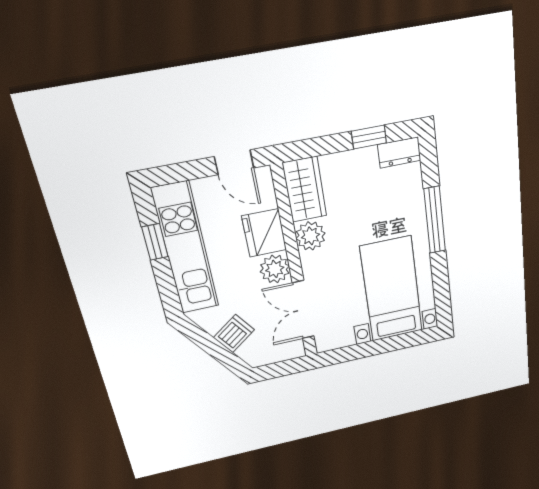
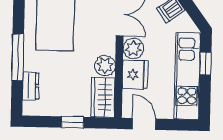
window: (369, 137) -> (73, 122), moved
dresser: (399, 152) -> (31, 86), moved, turned 90
window: (155, 242) -> (206, 64), moved

